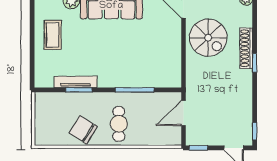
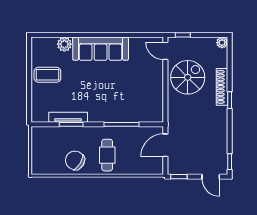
coffee table: (53, 35) -> (47, 75), turned 90
spiral stairs: (208, 38) -> (188, 77), turned -90

